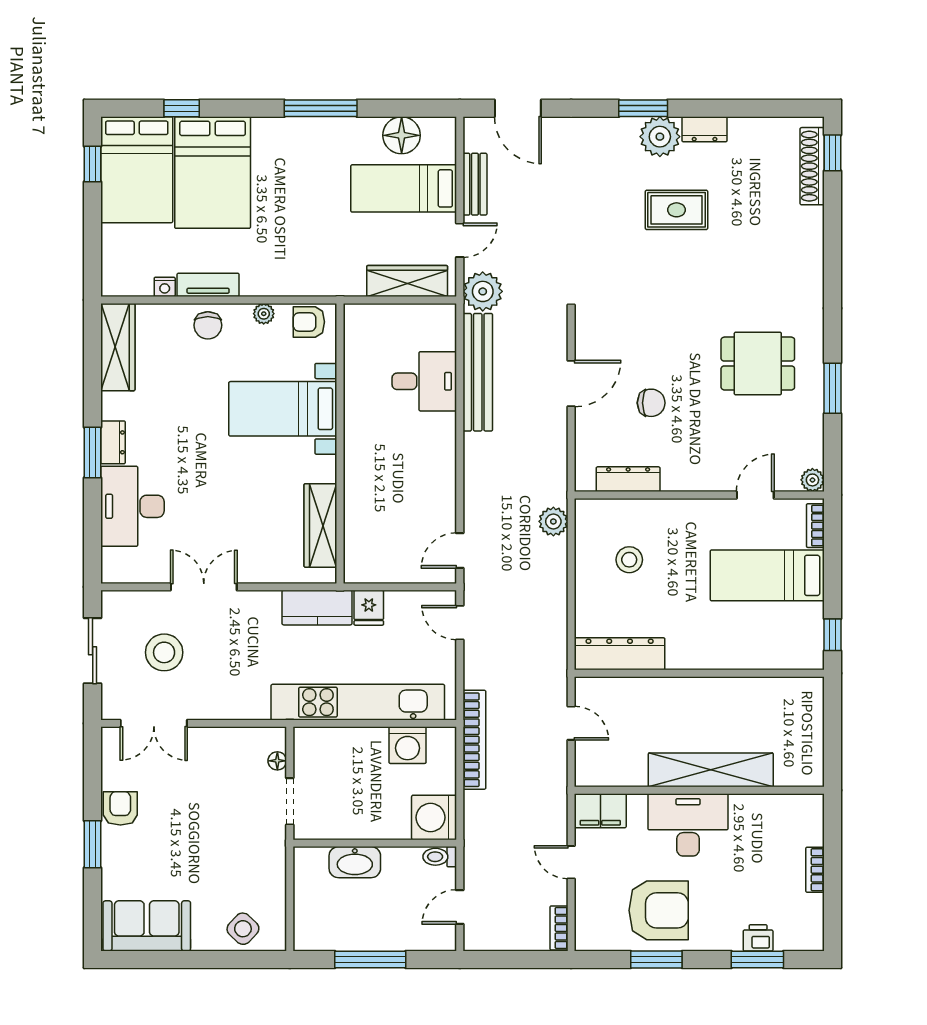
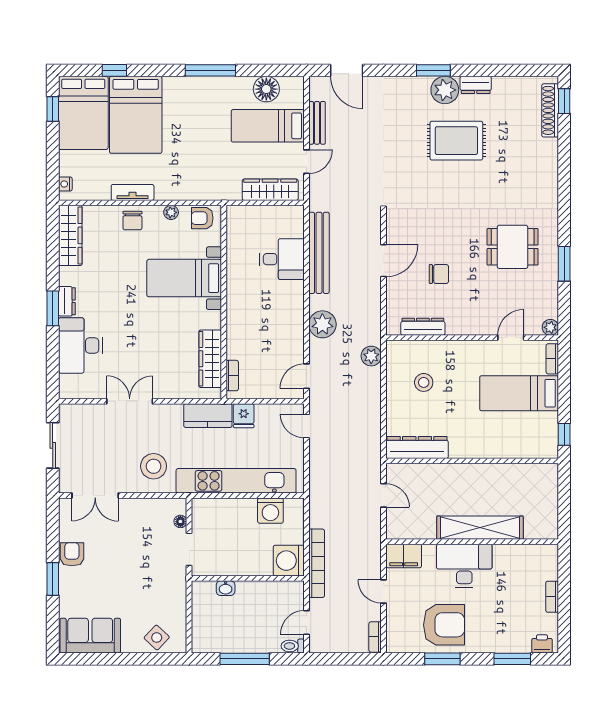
rug: (676, 210) -> (456, 141), width x1.36, depth x1.43
nightstand: (165, 287) -> (65, 184), moved, turned 90
plant: (483, 291) -> (322, 324), moved
bookcase: (352, 550) -> (232, 376), added
stool: (164, 652) -> (154, 466), moved
bookcase: (474, 740) -> (317, 563), moved
toilet: (440, 857) -> (293, 646), moved
washbasin: (355, 862) -> (226, 588), width x0.52, depth x0.69
printer: (758, 938) -> (542, 644), moved

